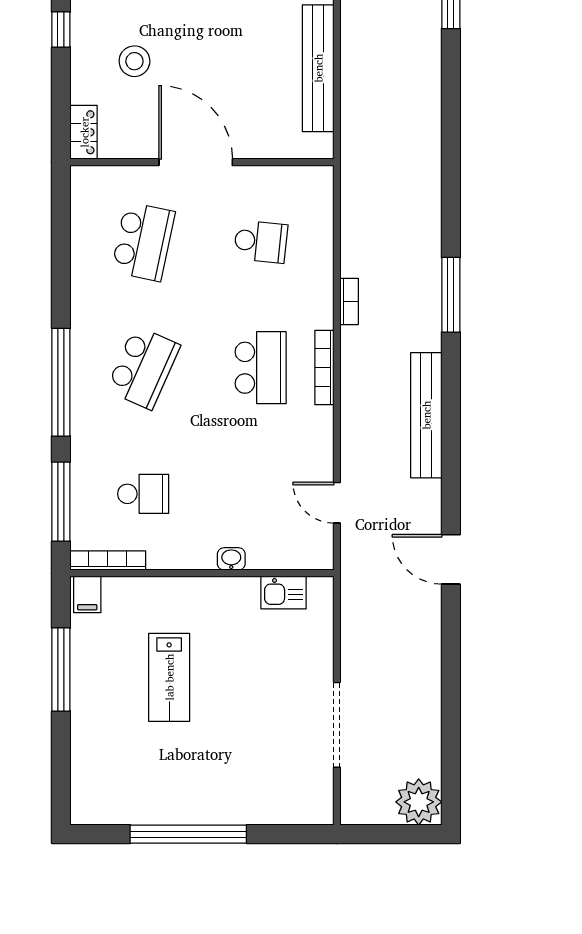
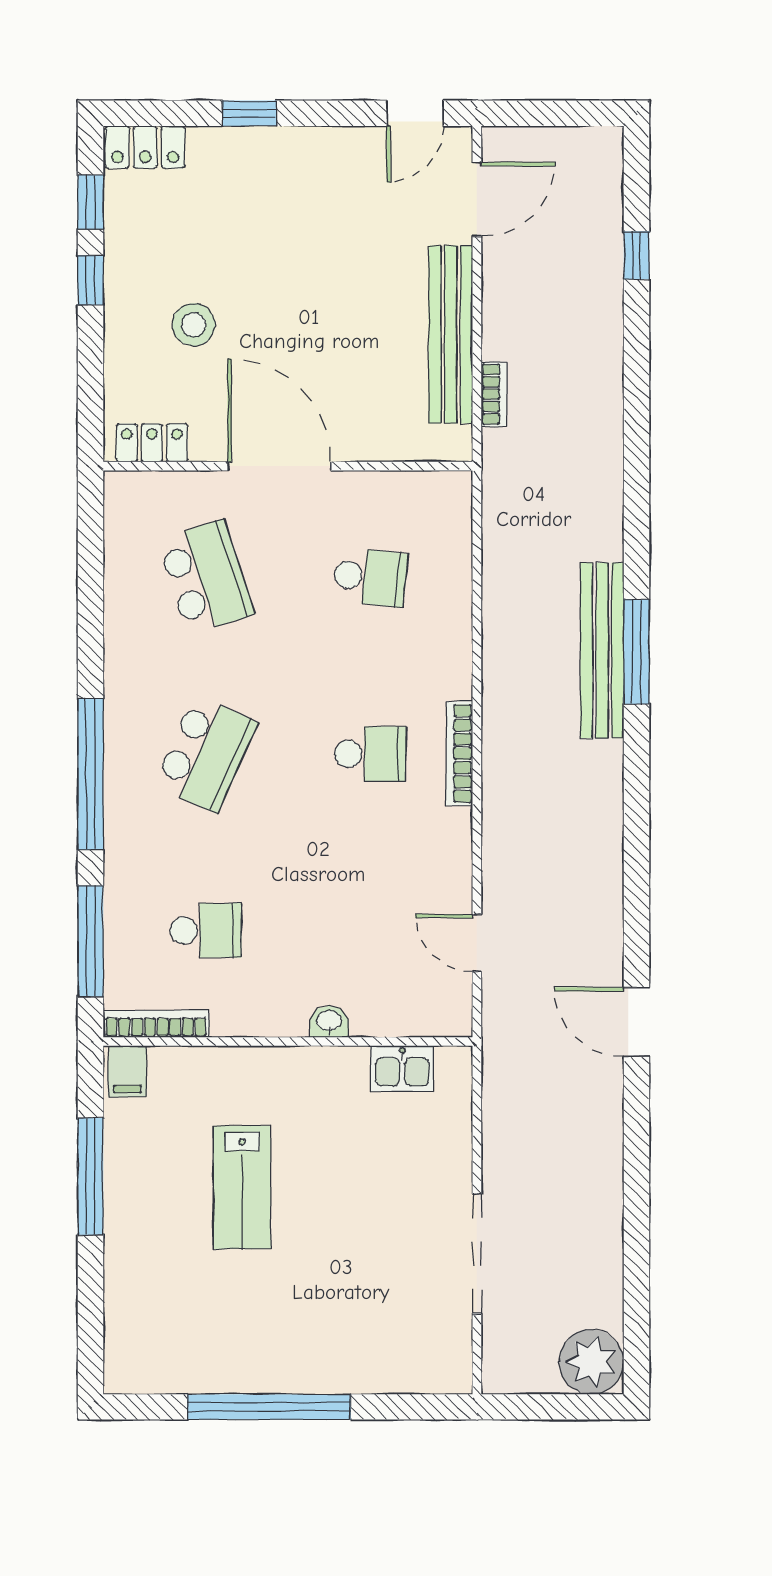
locker: (84, 132) -> (152, 443), moved, turned -90
school desk: (143, 242) -> (206, 577), turned -30
bookcase: (349, 301) -> (494, 394), moved
school desk: (261, 368) -> (370, 754), width x0.54
bench: (426, 415) -> (602, 651), moved

